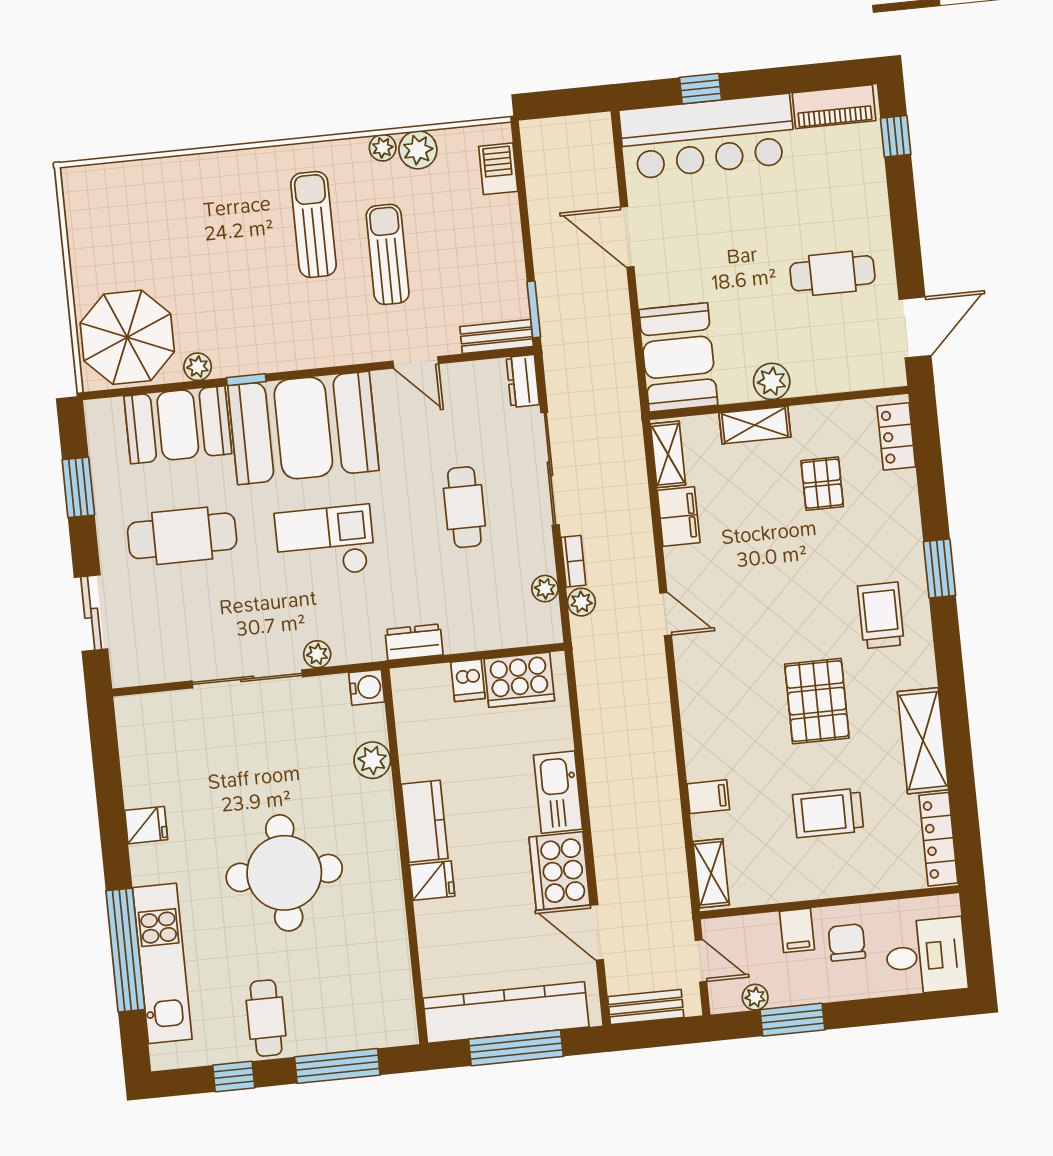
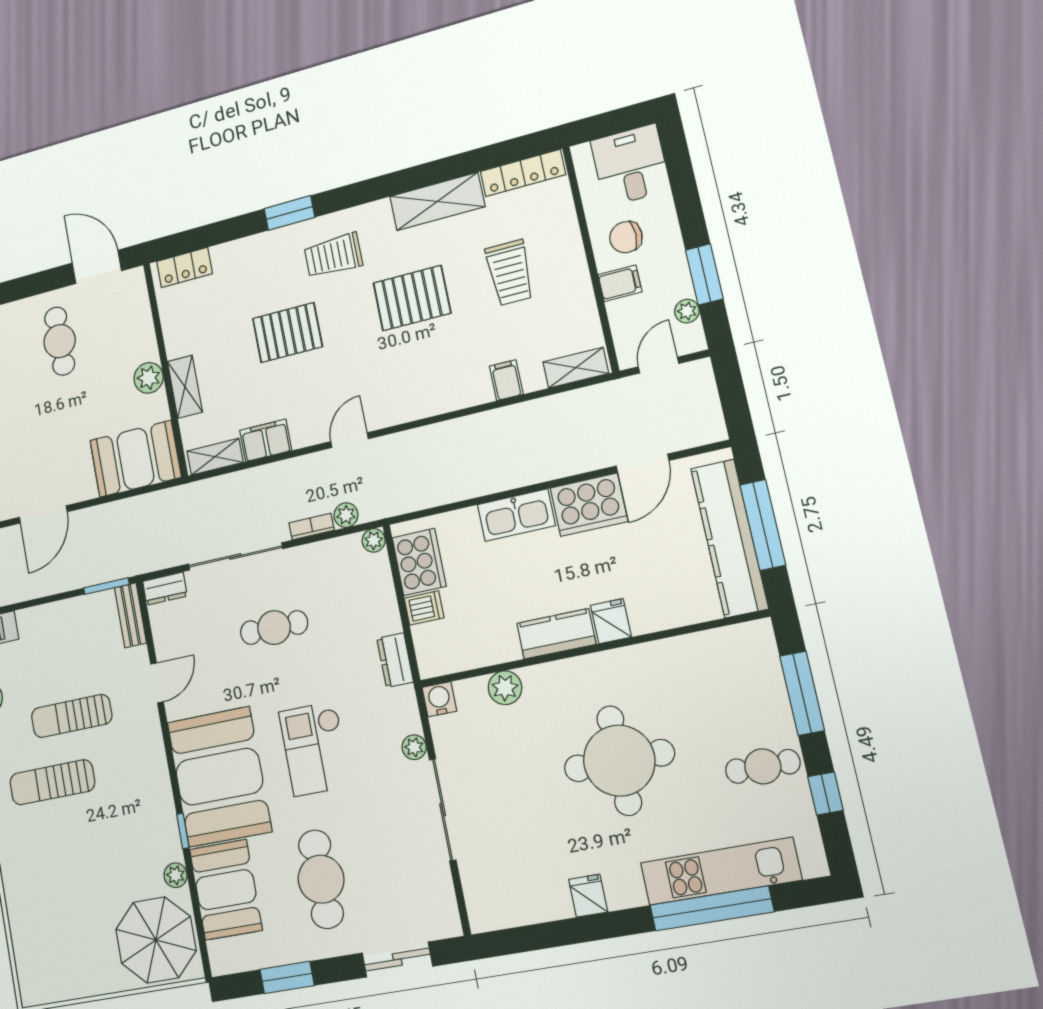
pallet: (822, 484) -> (287, 333), moved, width x1.50, depth x1.42
plant: (545, 589) -> (374, 540), moved
bench: (646, 1007) -> (708, 409), removed

